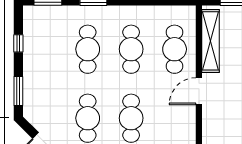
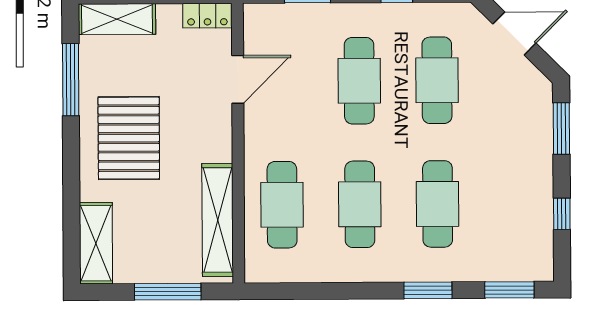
door: (199, 91) -> (238, 79), moved

